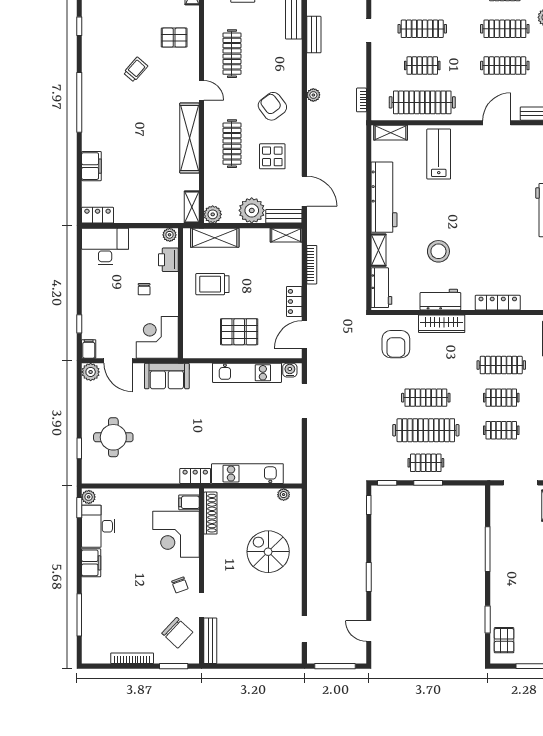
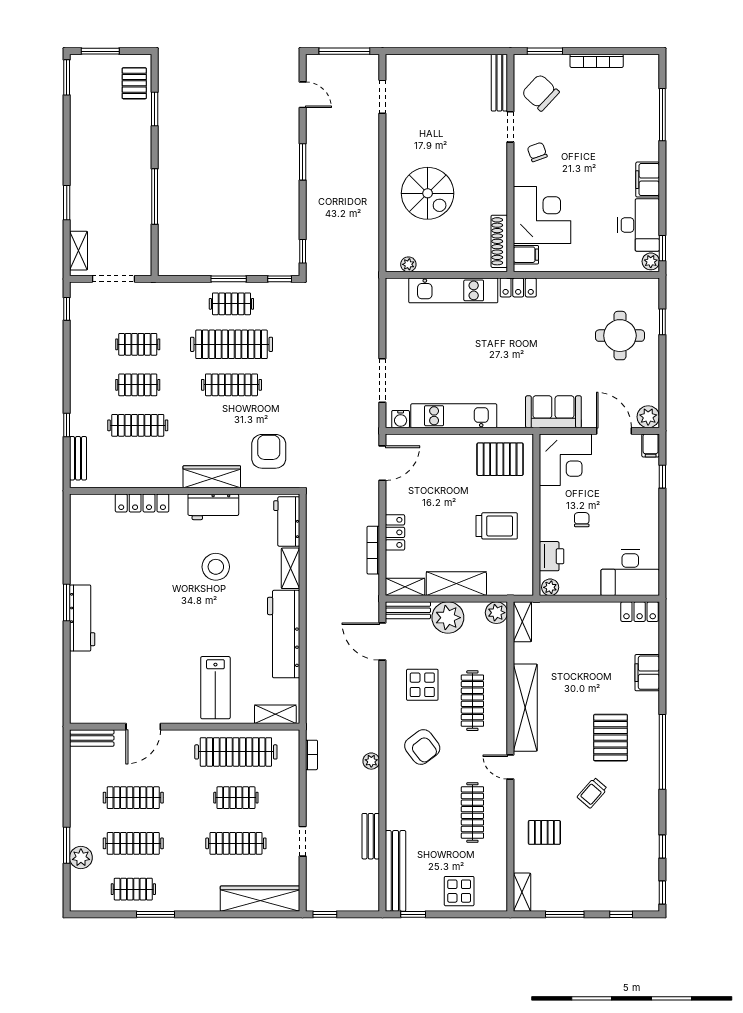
pallet: (121, 114) -> (611, 738), added
shelving: (215, 238) -> (456, 584), moved
locker: (294, 301) -> (395, 532), moved
pallet: (239, 332) -> (500, 459), moved

